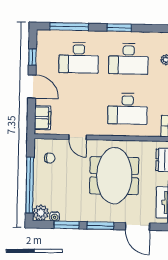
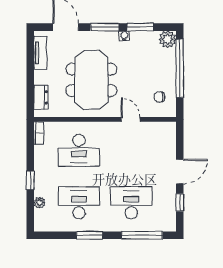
door: (32, 86) -> (180, 172), swing flipped
desk: (128, 109) -> (79, 150), turned 180
filing cabinet: (43, 118) -> (168, 139), removed
water cooler: (55, 216) -> (124, 36), moved

